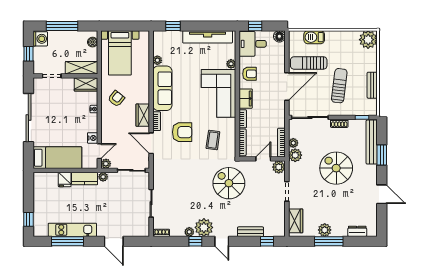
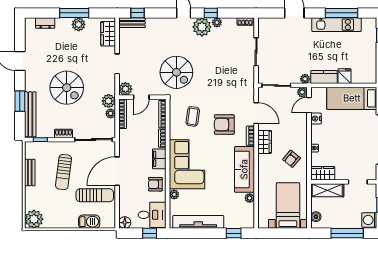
bench: (251, 232) -> (132, 23), moved

